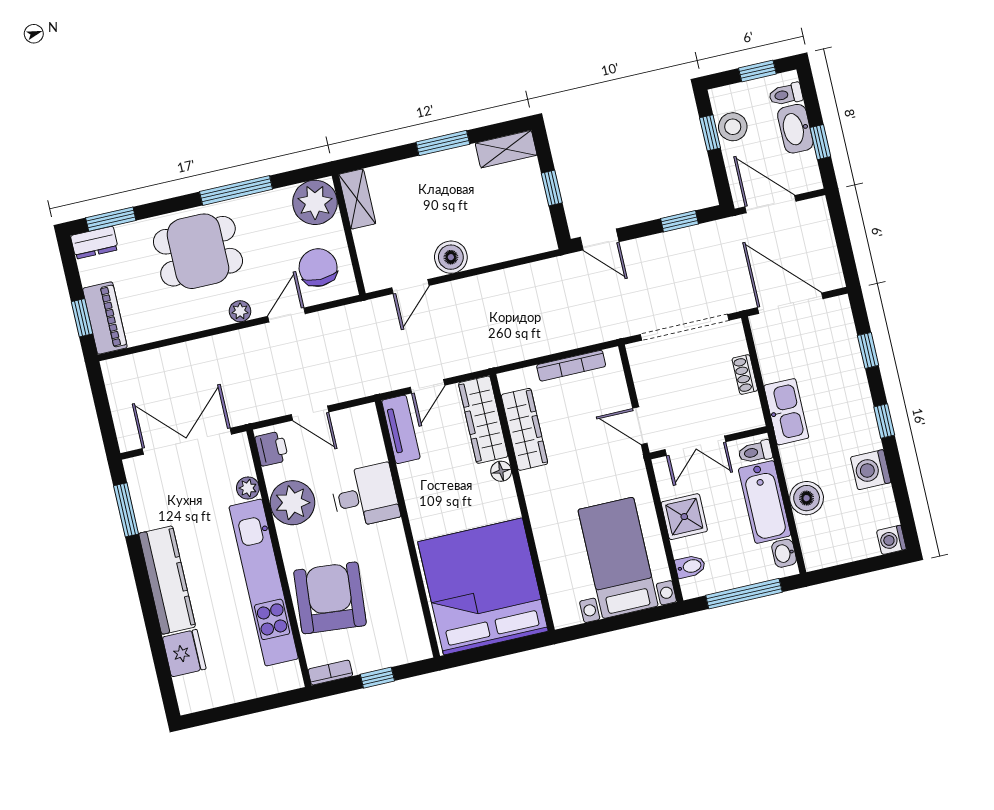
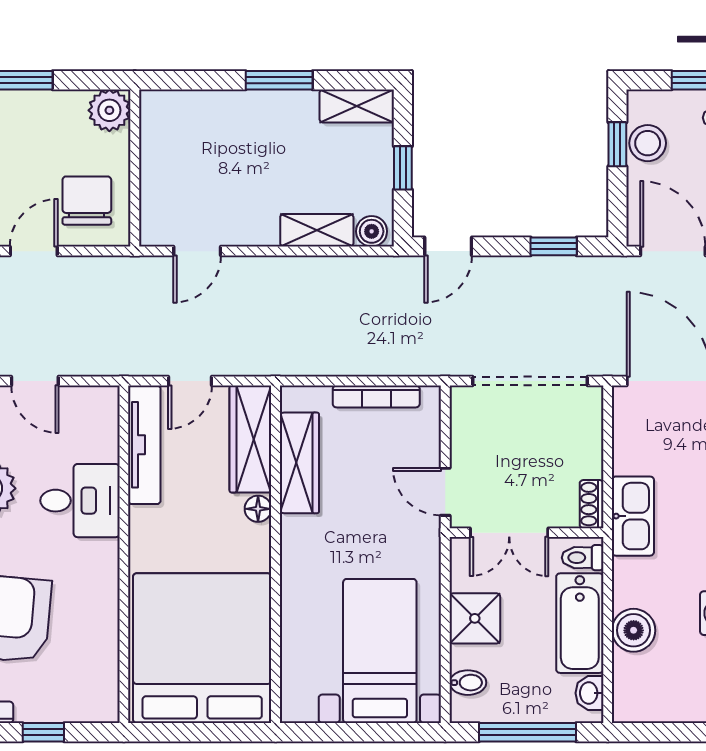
shelving: (357, 199) -> (317, 230), moved, turned 90
plant: (315, 202) -> (109, 110), width x0.73, depth x0.73
door: (600, 239) -> (448, 246), hinge flipped
boiler: (451, 257) -> (372, 231), moved, width x0.73, depth x0.73
shoe rack: (745, 374) -> (592, 504), moved
tv unit: (401, 429) -> (144, 445), width x1.41

